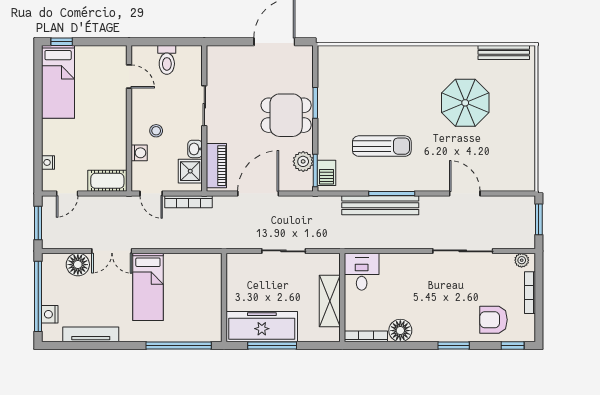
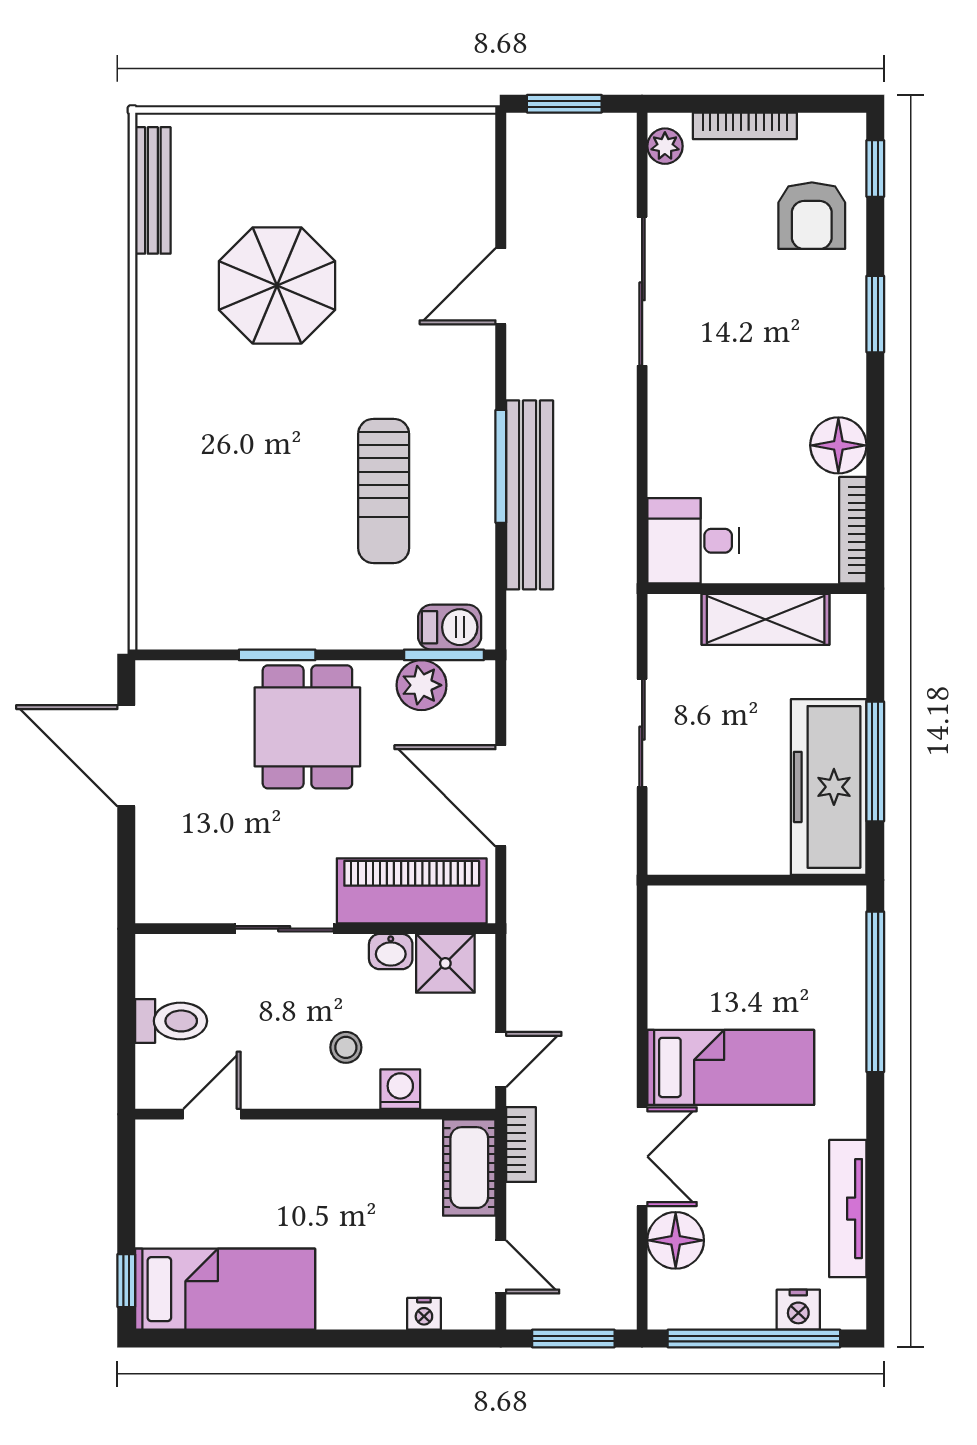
sun lounger: (382, 146) -> (384, 491), turned 180
piano: (216, 166) -> (412, 891), width x1.37, depth x1.33
bookcase: (188, 202) -> (521, 1145), moved, width x0.64

